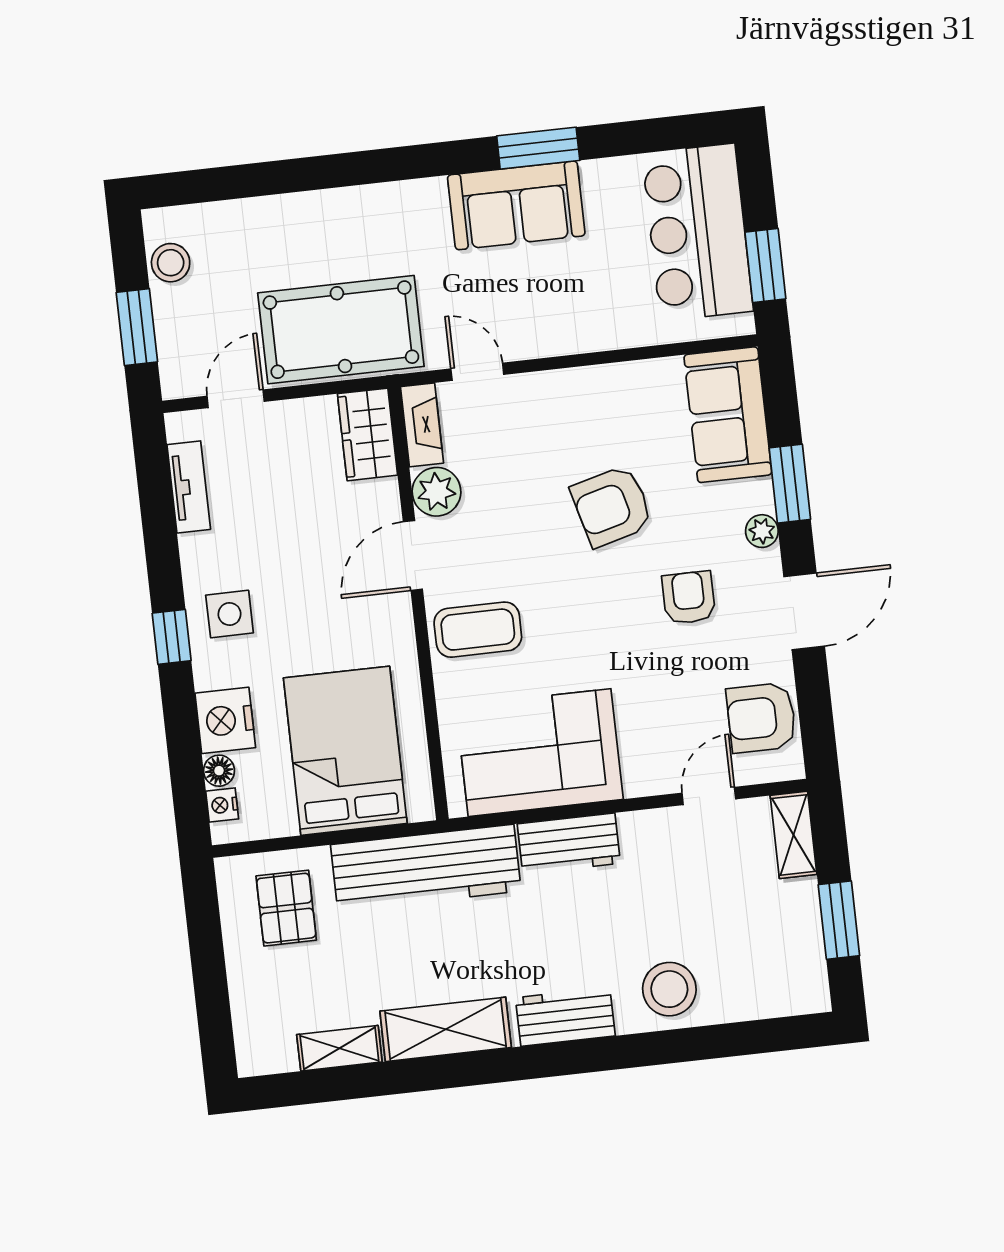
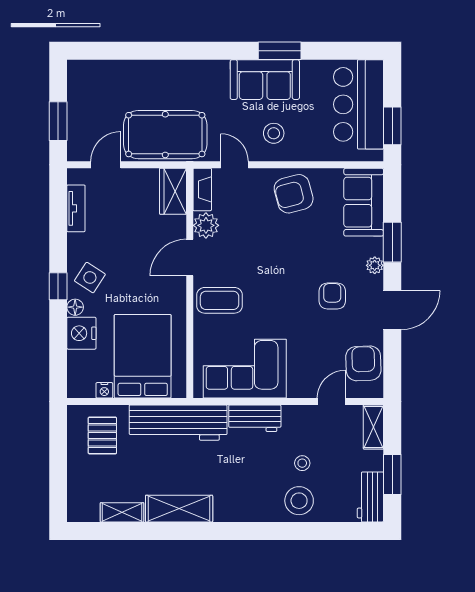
stool: (171, 263) -> (274, 133), moved
armchair: (612, 506) -> (294, 194), moved
side table: (230, 614) -> (90, 278), turned 33
armchair: (761, 718) -> (363, 363), turned 88
floor lamp: (219, 771) -> (75, 307), moved
nightstand: (222, 805) -> (104, 390), moved, turned -90
stool: (667, 918) -> (302, 463), added
workbench: (565, 1017) -> (370, 497), moved, turned -90

